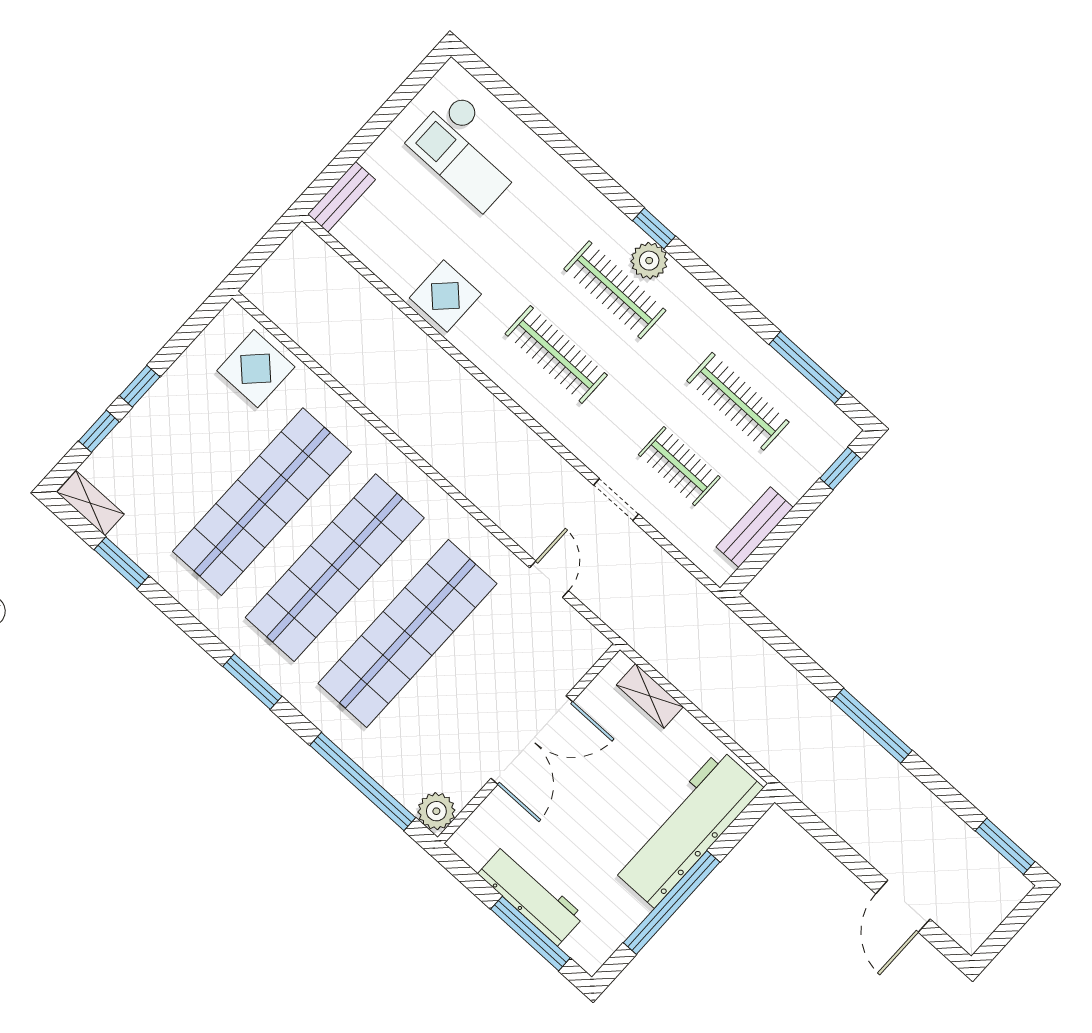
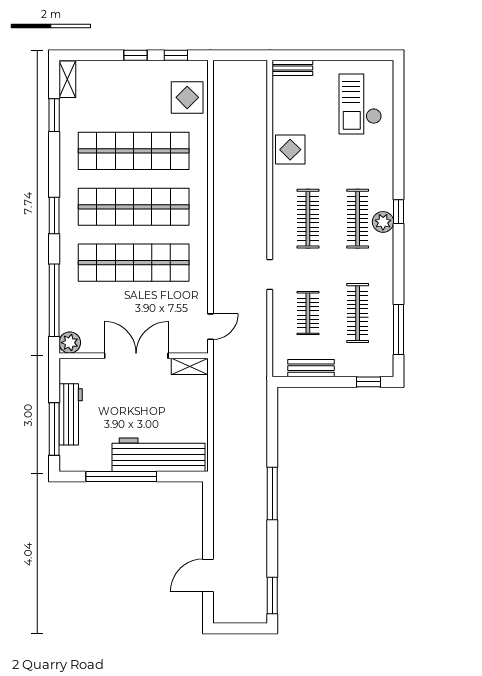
window: (99, 431) -> (176, 55), moved
doorway: (616, 500) -> (270, 274), moved
door: (549, 579) -> (211, 327), moved
shelving: (650, 696) -> (190, 366), moved, turned 90
double door: (532, 740) -> (136, 356), swing flipped

